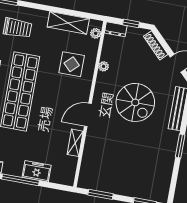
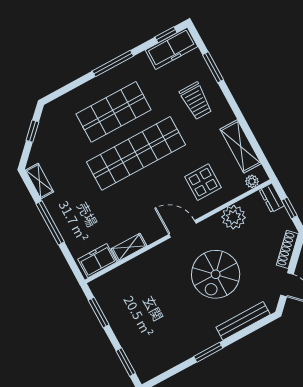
plant: (104, 66) -> (234, 217), width x1.88, depth x1.88
door: (88, 115) -> (182, 229), moved
freezer: (37, 171) -> (97, 261), moved, turned -90

